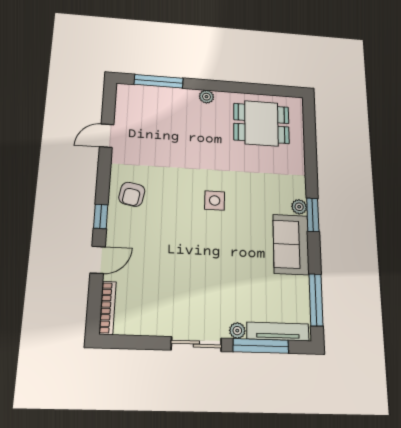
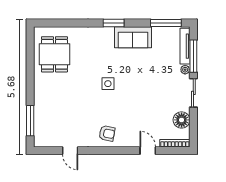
plant: (206, 97) -> (38, 90), removed
plant: (299, 207) -> (109, 31), removed
window: (101, 216) -> (122, 151), removed
floor lamp: (149, 321) -> (182, 120), added

